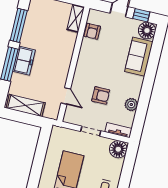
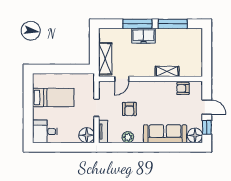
shelving: (76, 18) -> (167, 71), moved
sofa: (139, 57) -> (165, 134), width x1.36
shelving: (26, 105) -> (105, 59), moved

